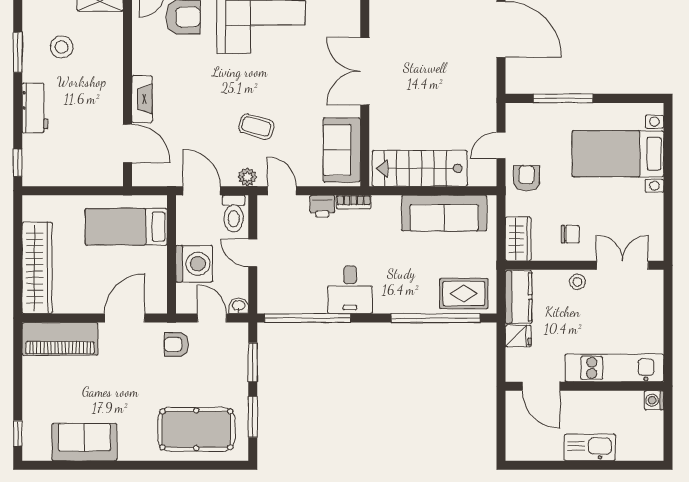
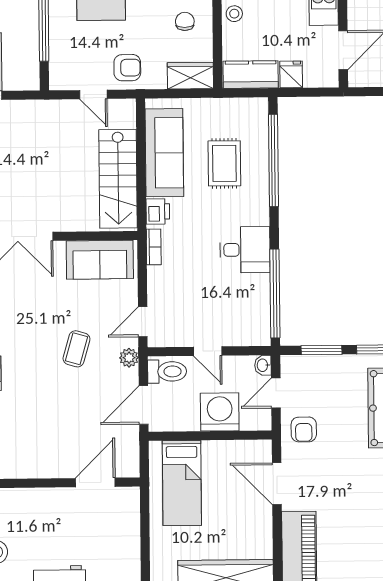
fireplace: (142, 99) -> (49, 468), removed
armchair: (526, 178) -> (127, 68), turned 180
printer: (322, 206) -> (158, 211), moved
door: (253, 253) -> (208, 351), hinge flipped
rug: (464, 293) -> (224, 163), moved

